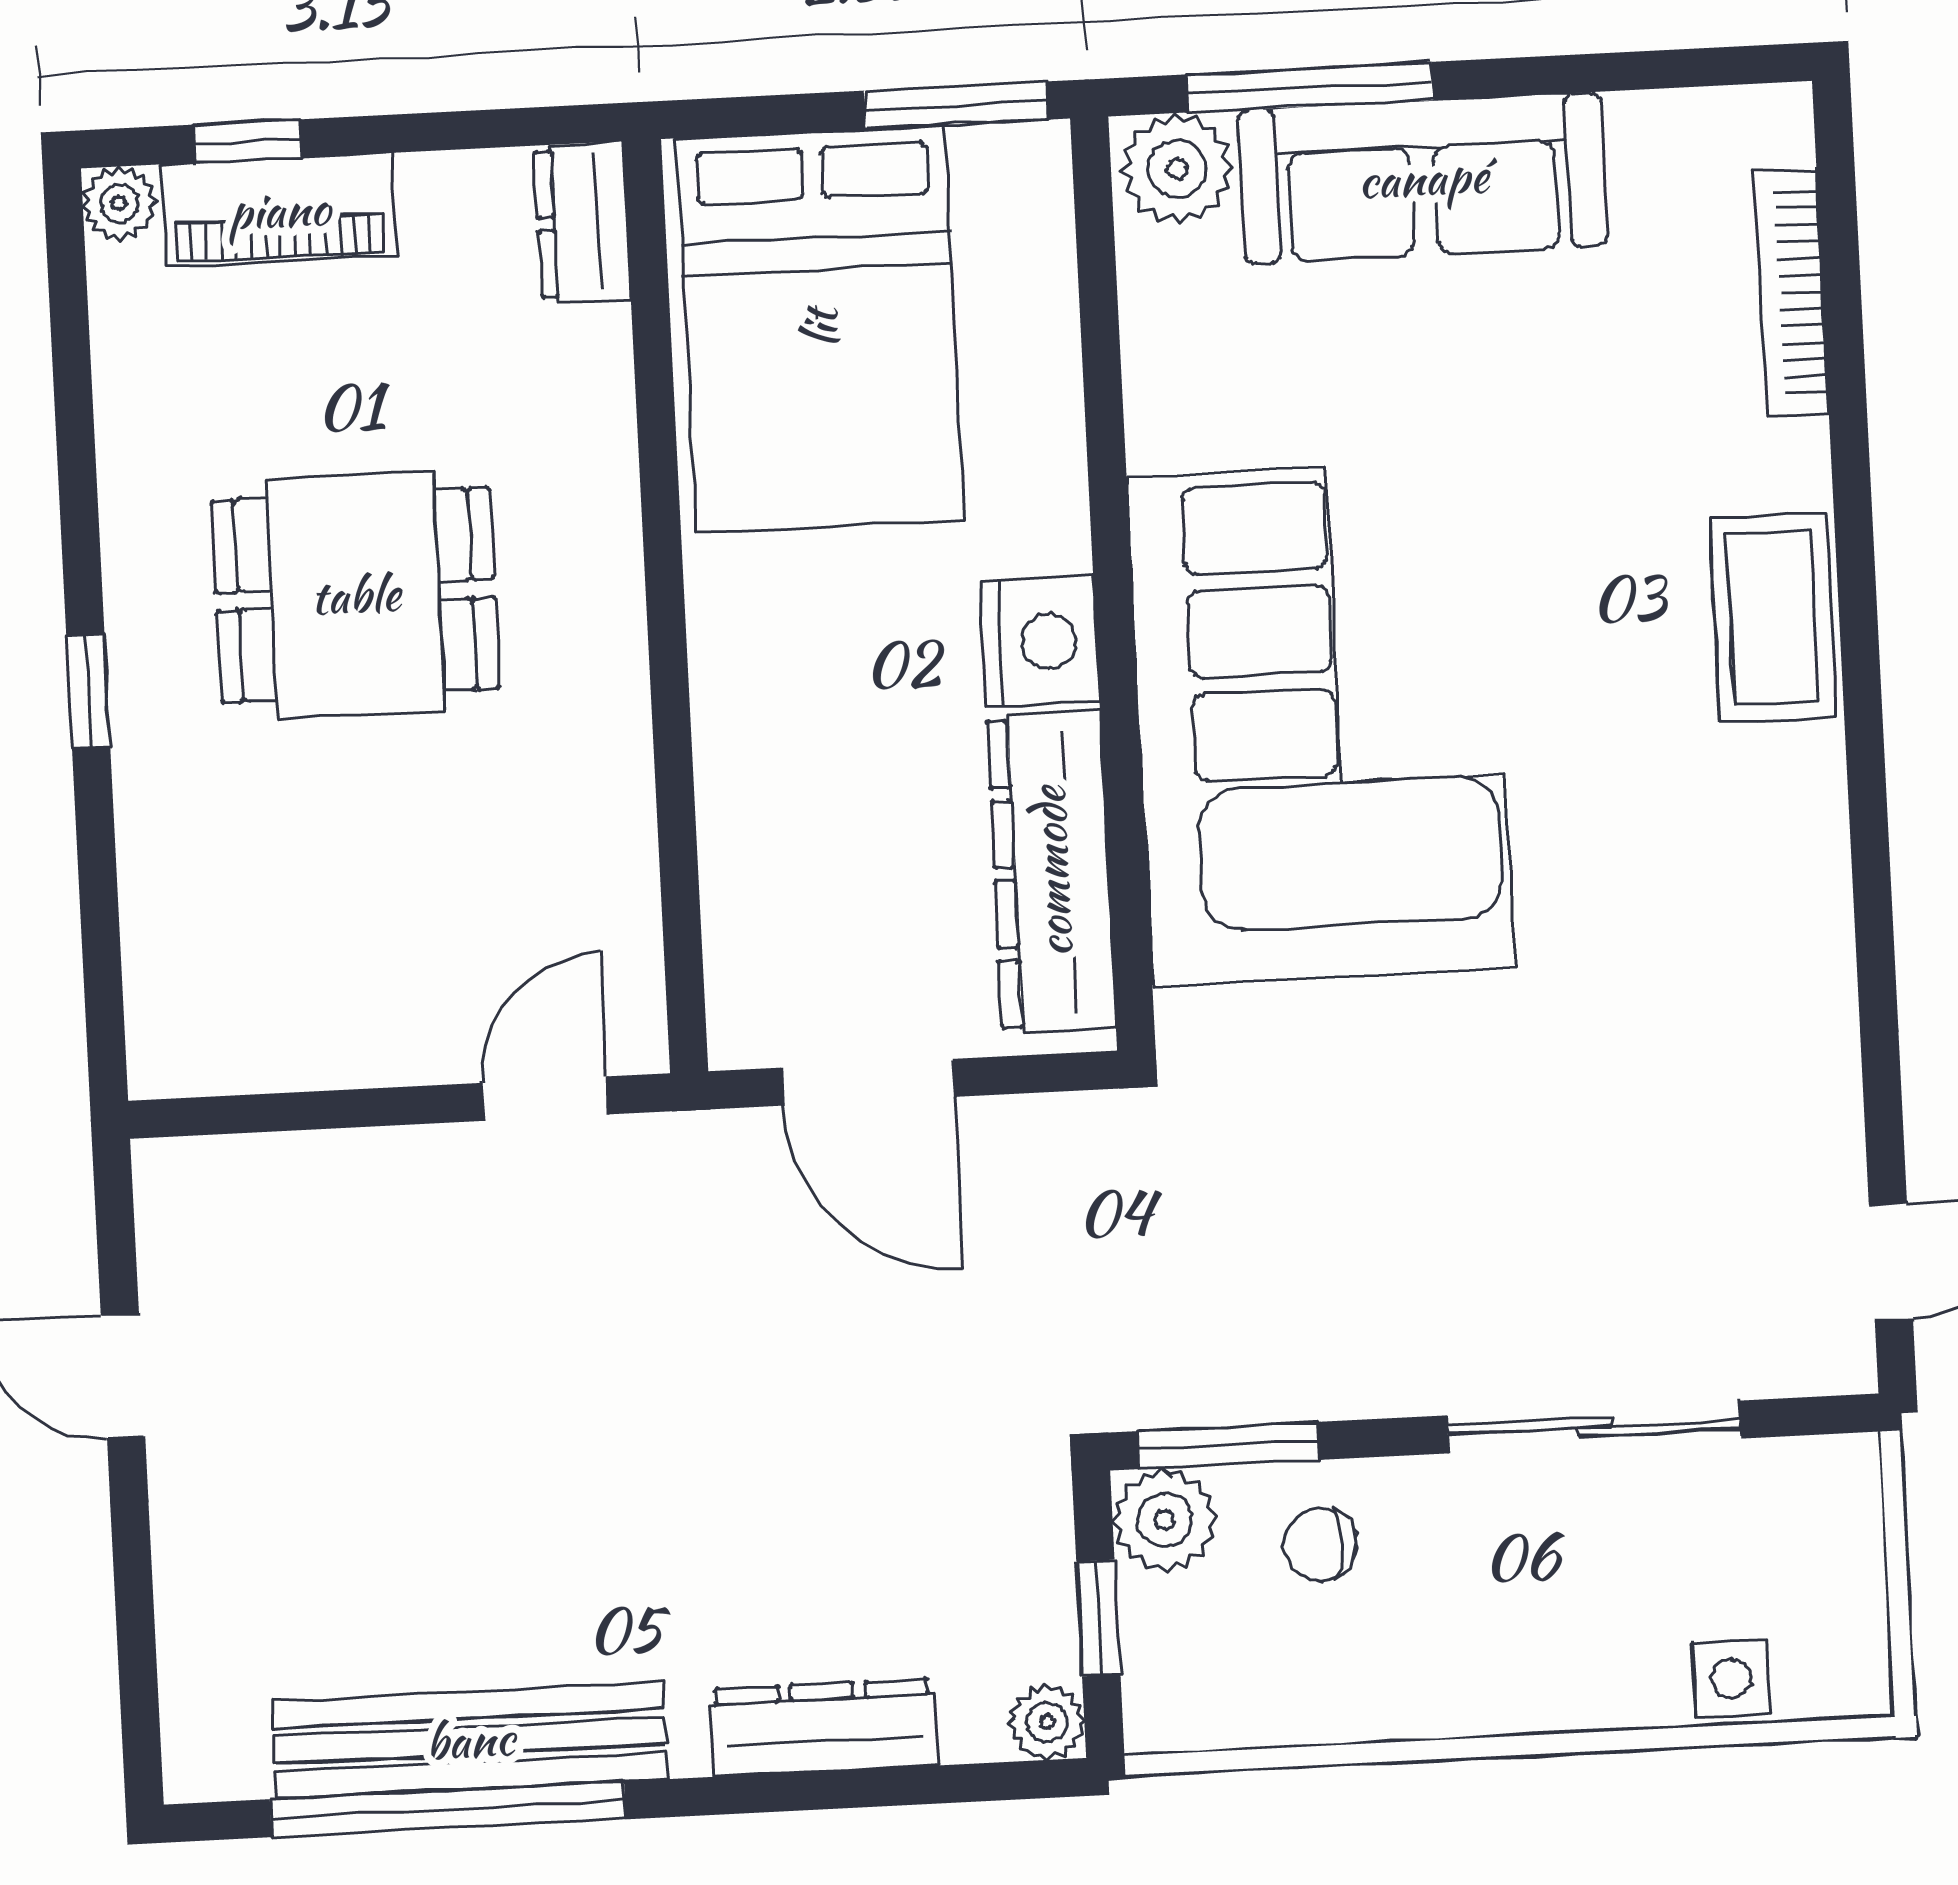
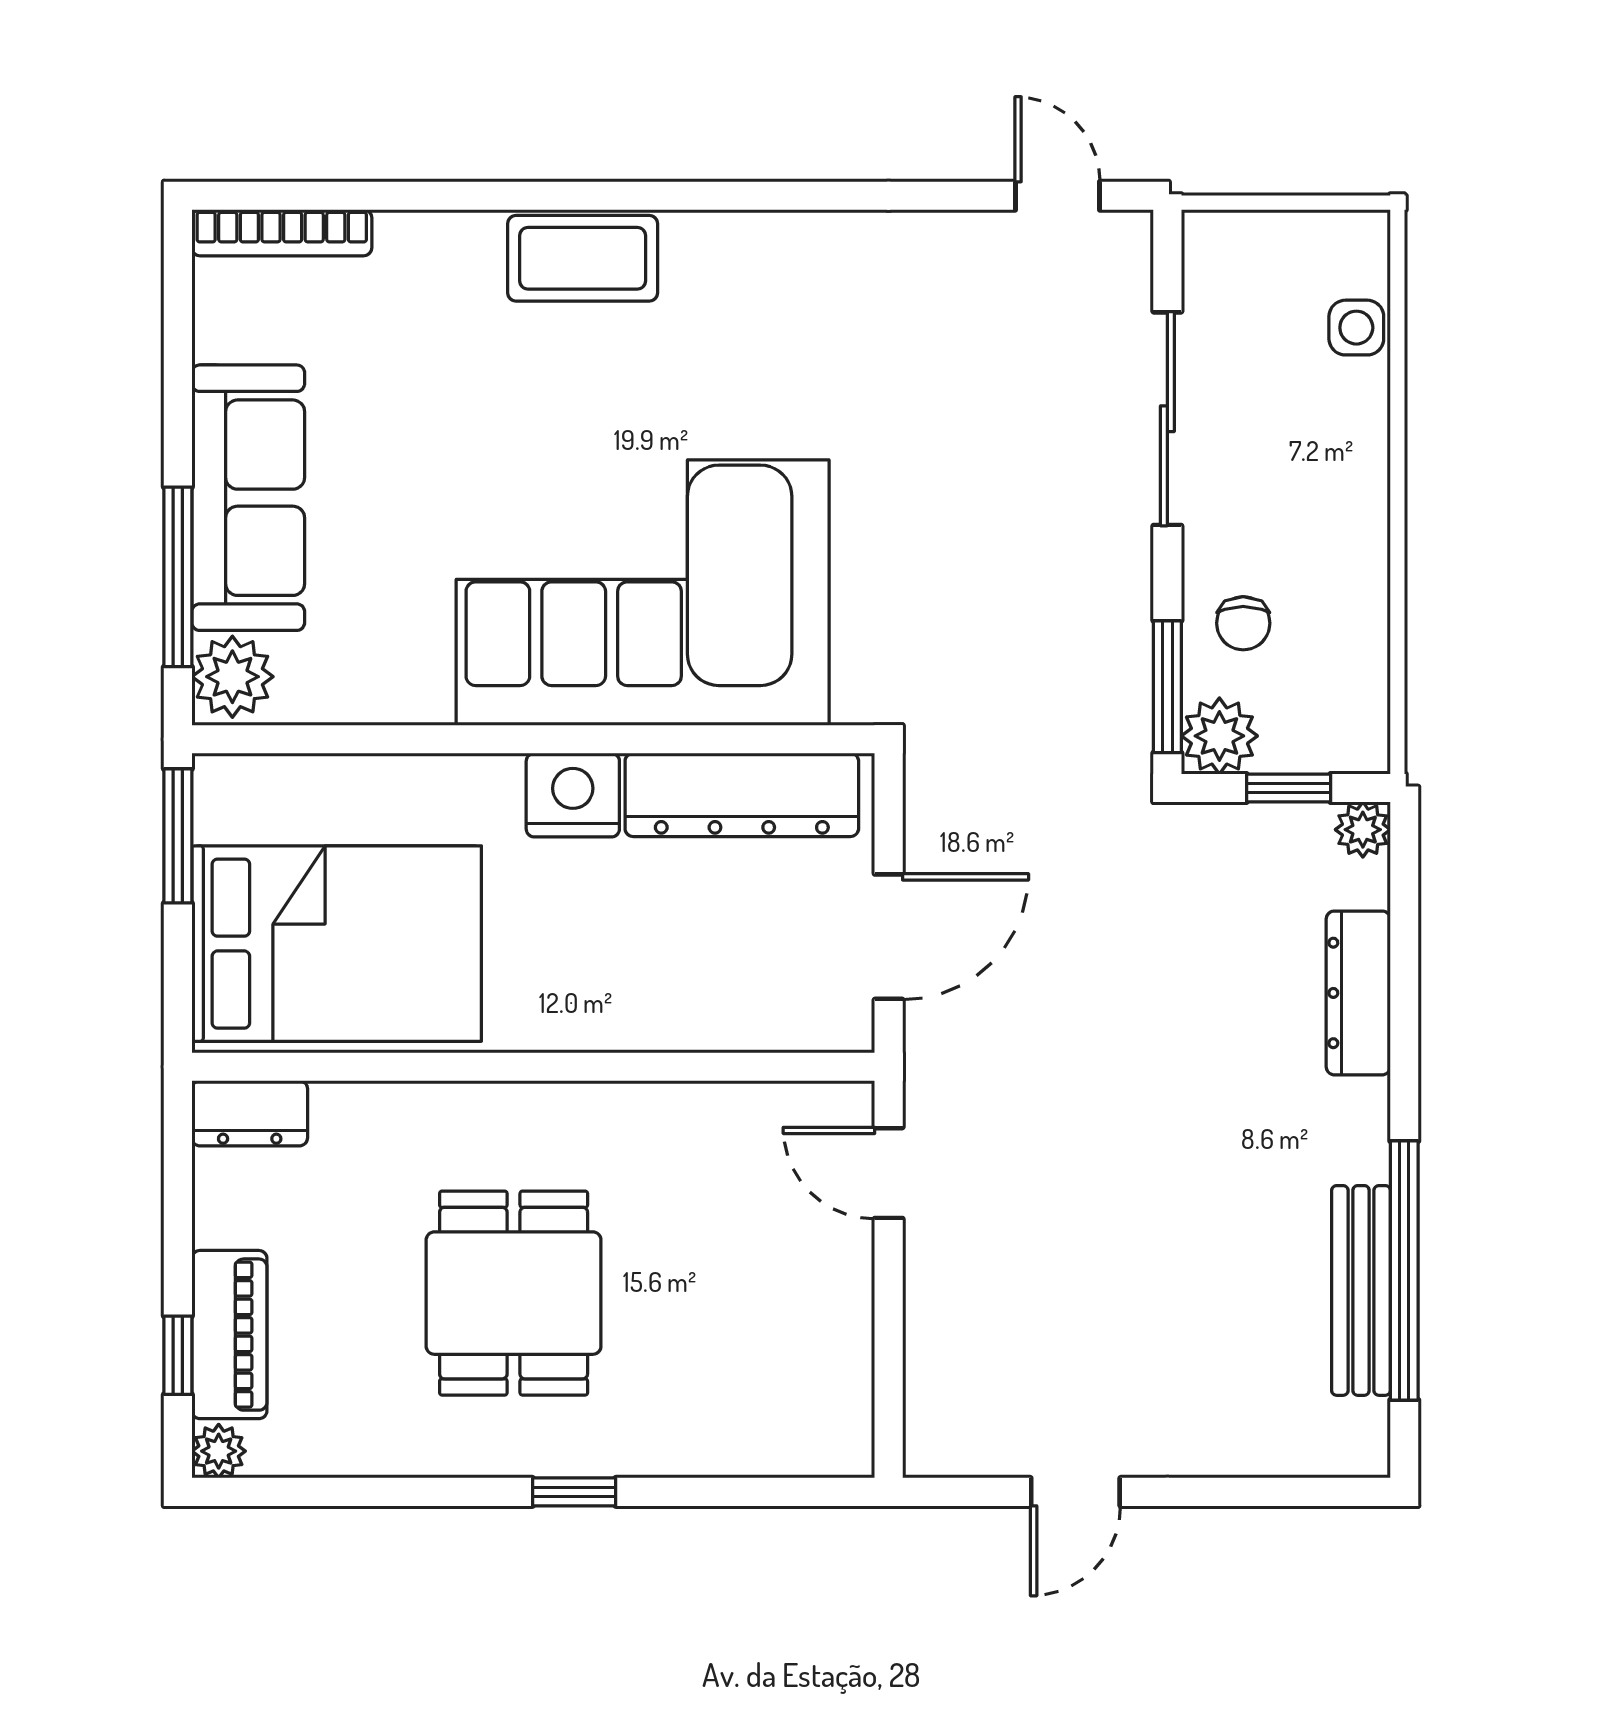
bookcase: (1791, 293) -> (282, 233), moved
bench: (470, 1740) -> (1361, 1290), width x0.73, depth x0.82

